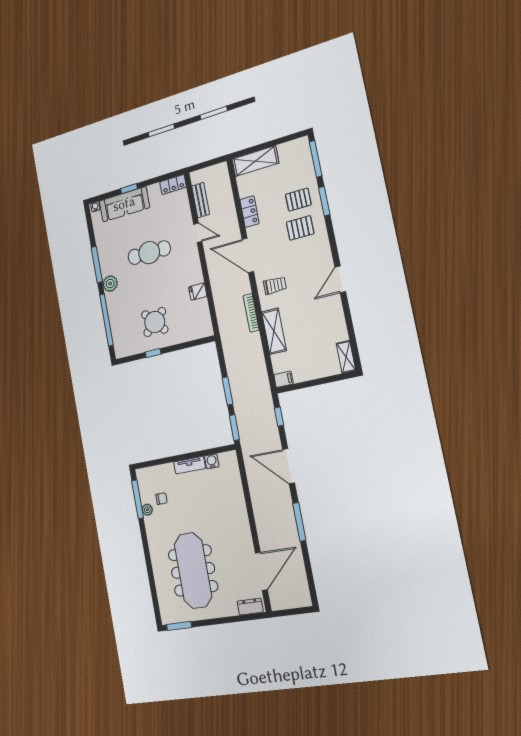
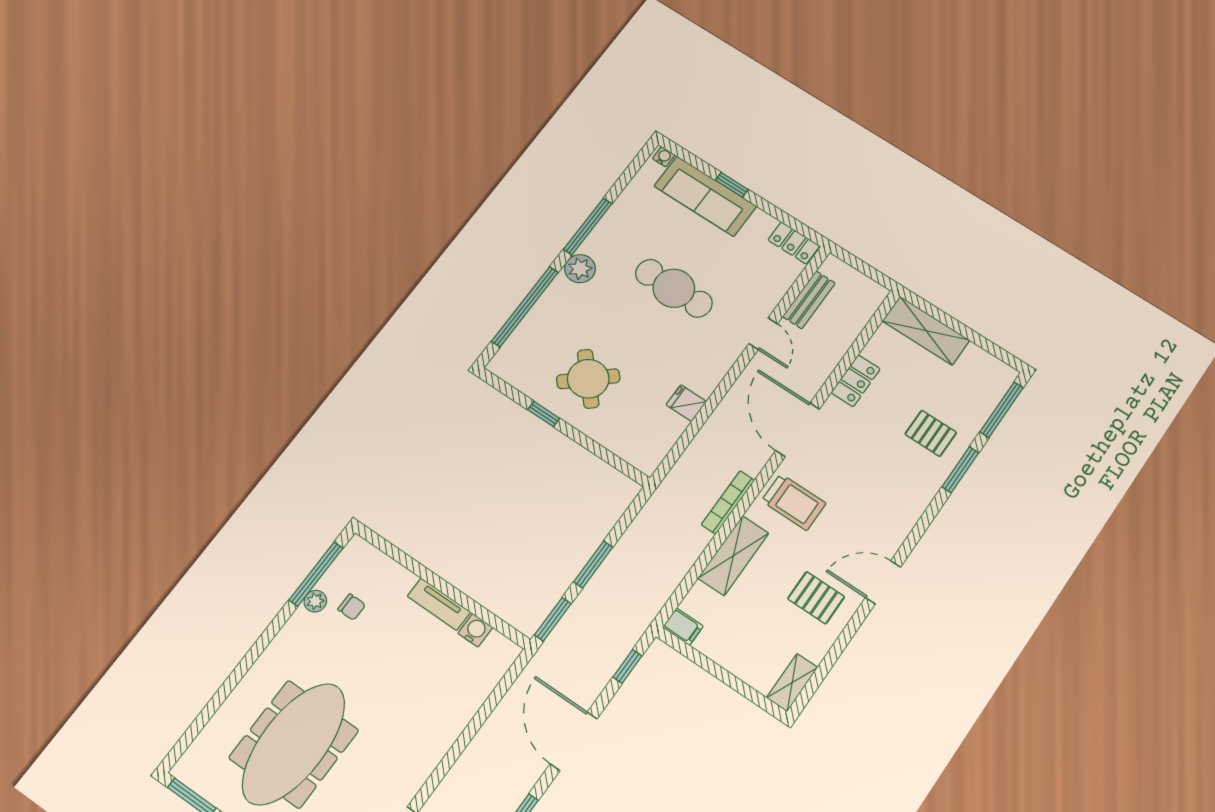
pallet: (300, 228) -> (816, 598), moved
trolley: (275, 285) -> (794, 502), width x1.36, depth x1.39

